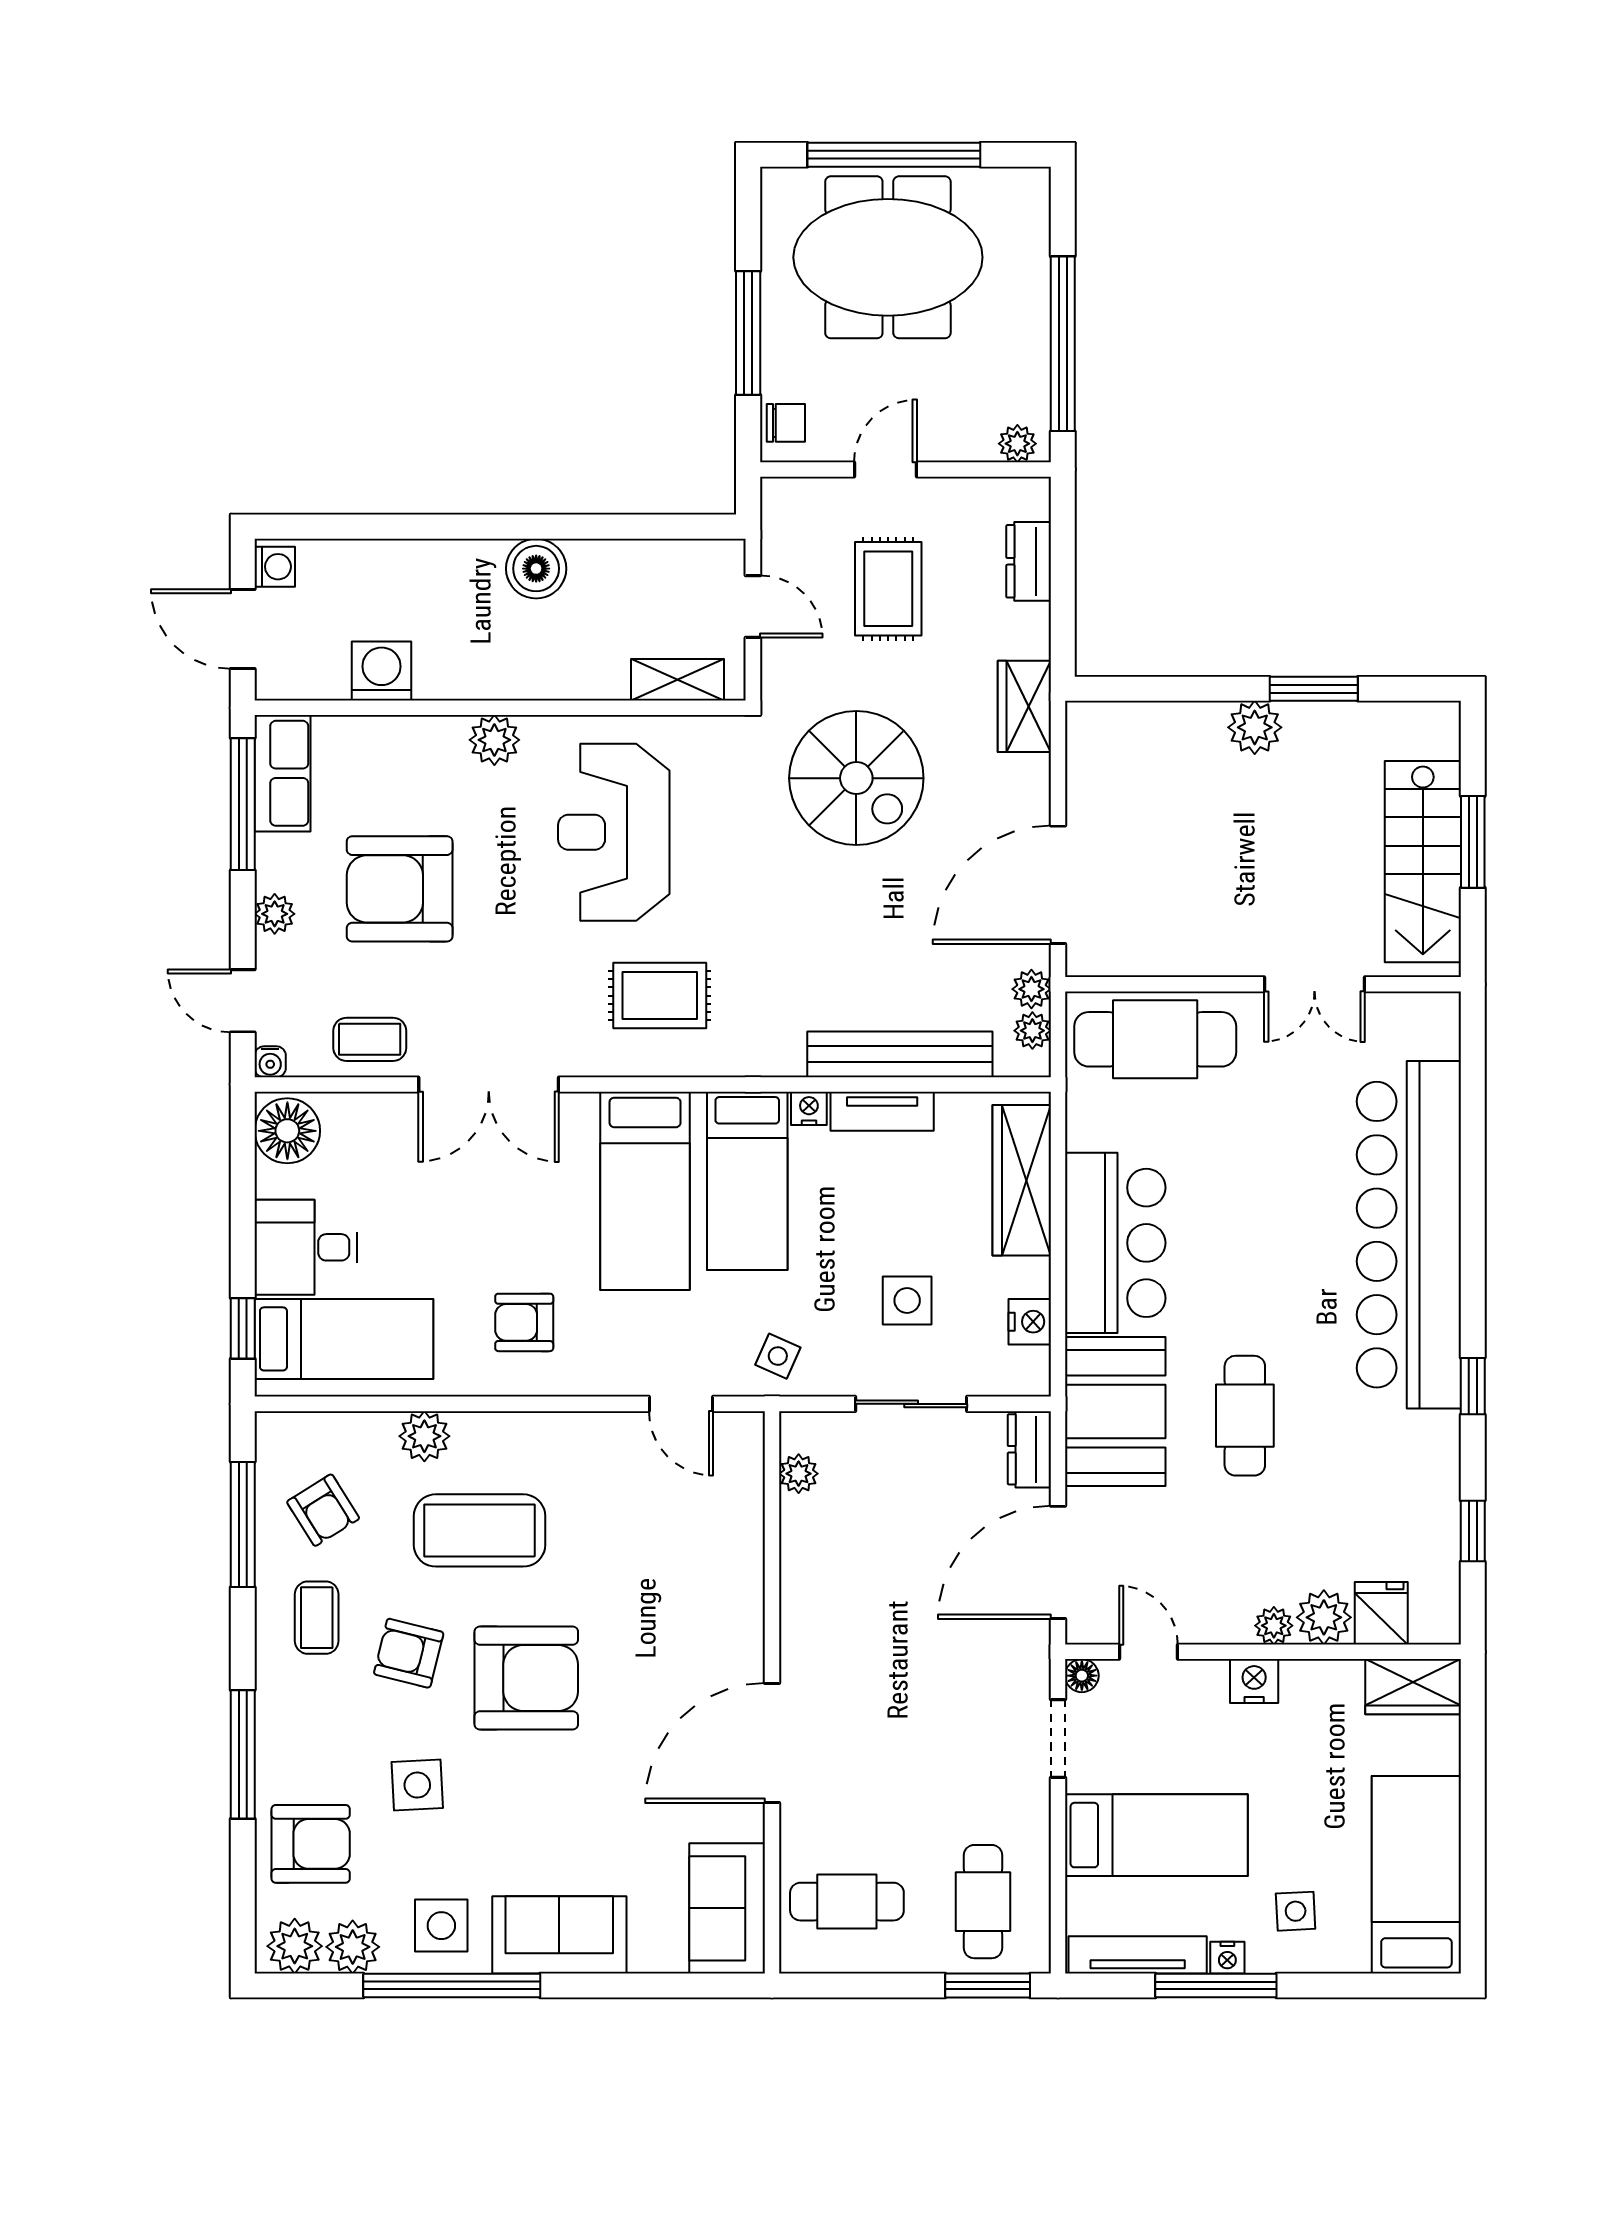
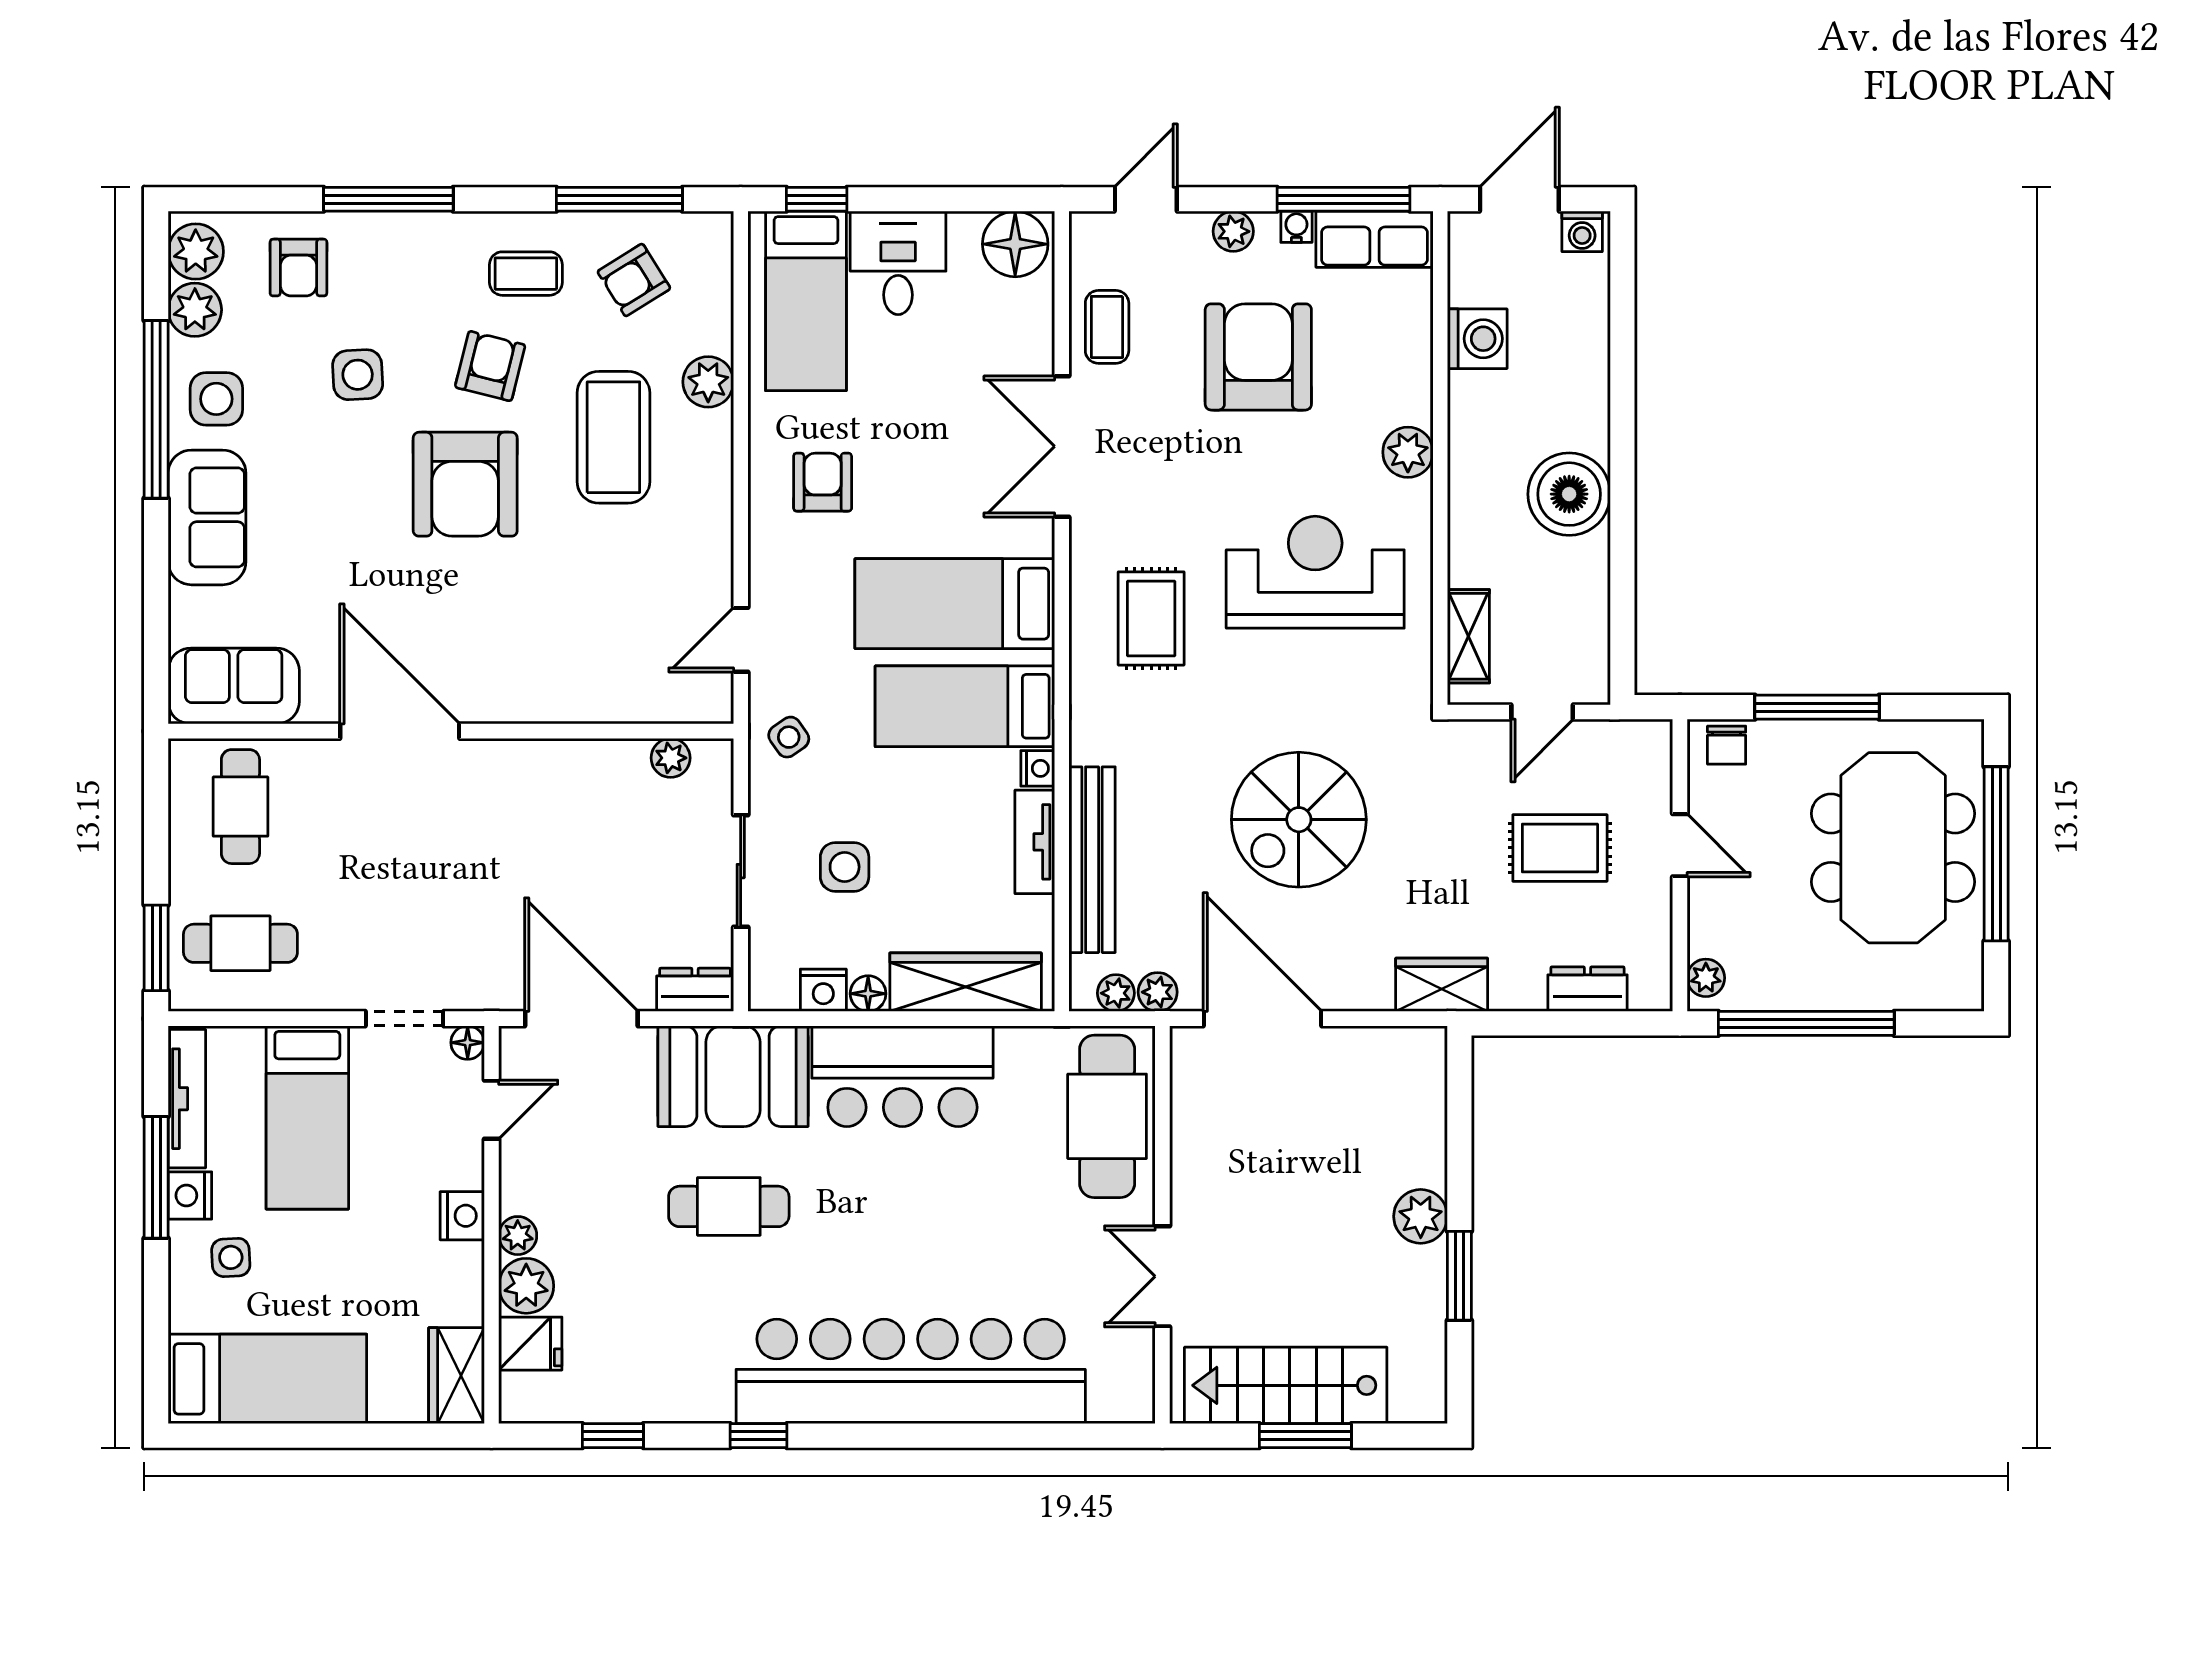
boiler: (536, 569) -> (1569, 494), width x1.37, depth x1.37
spiral stairs: (856, 778) -> (1299, 820), moved
water cooler: (270, 1062) -> (1296, 227), moved, turned 90
floor lamp: (1033, 1277) -> (868, 994), added
side table: (778, 1356) -> (789, 737), turned 31
armchair: (311, 1844) -> (298, 268), width x0.72, depth x0.72
nightstand: (1227, 1958) -> (190, 1195), width x1.39, depth x1.35

